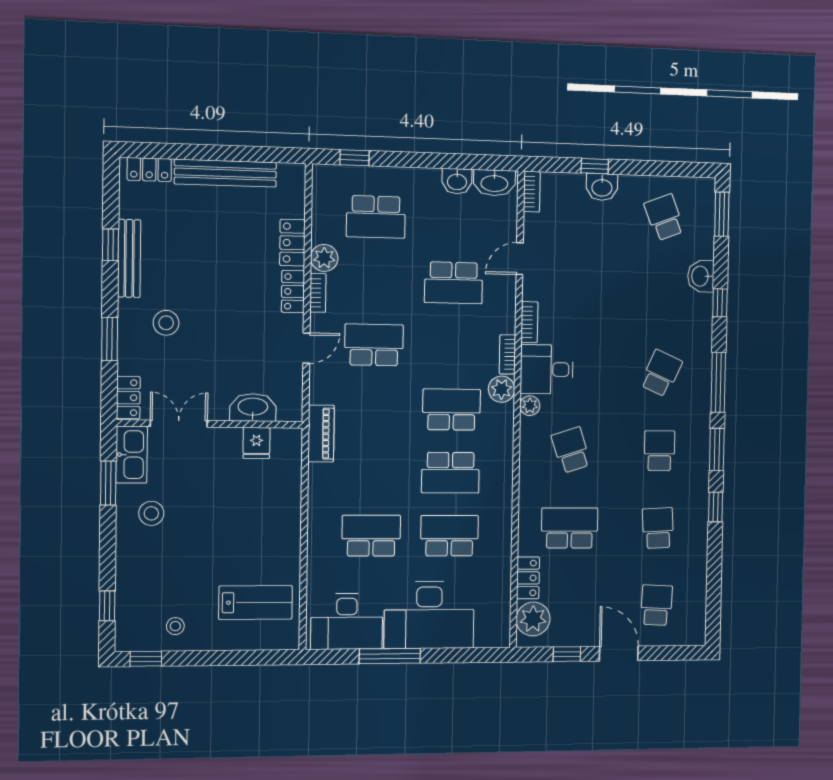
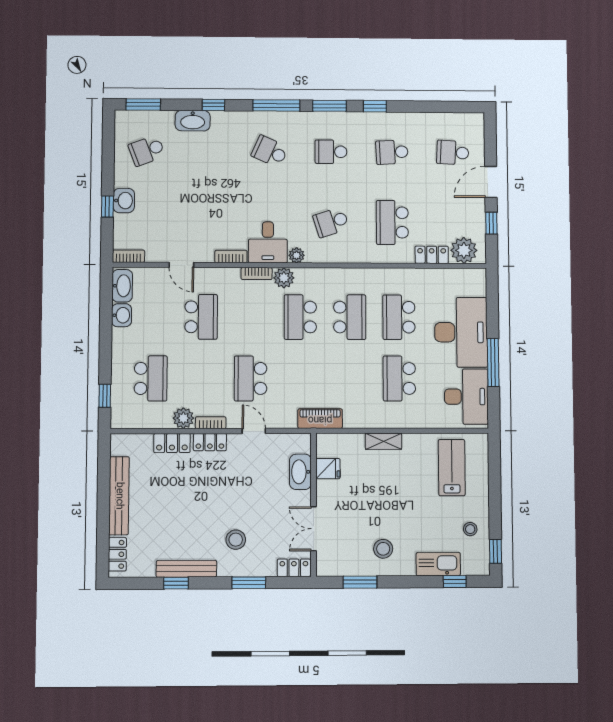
washbasin: (701, 276) -> (193, 121), width x1.38
kitchen sink: (132, 455) -> (438, 564), moved
shelving: (291, 515) -> (384, 441), added

